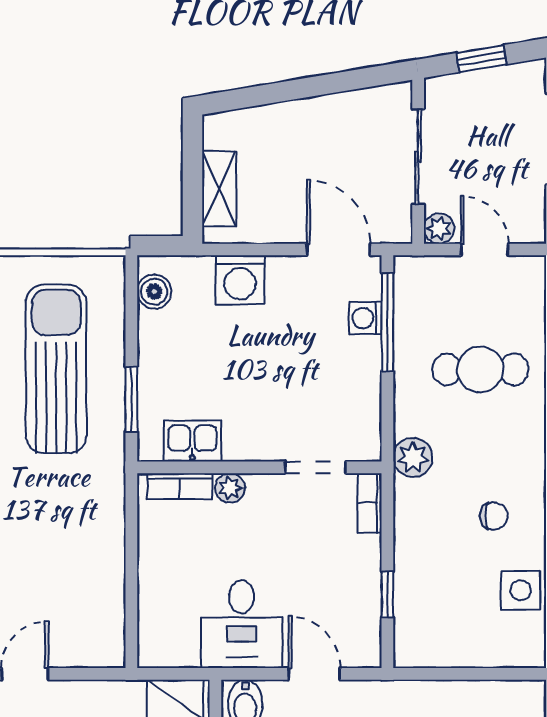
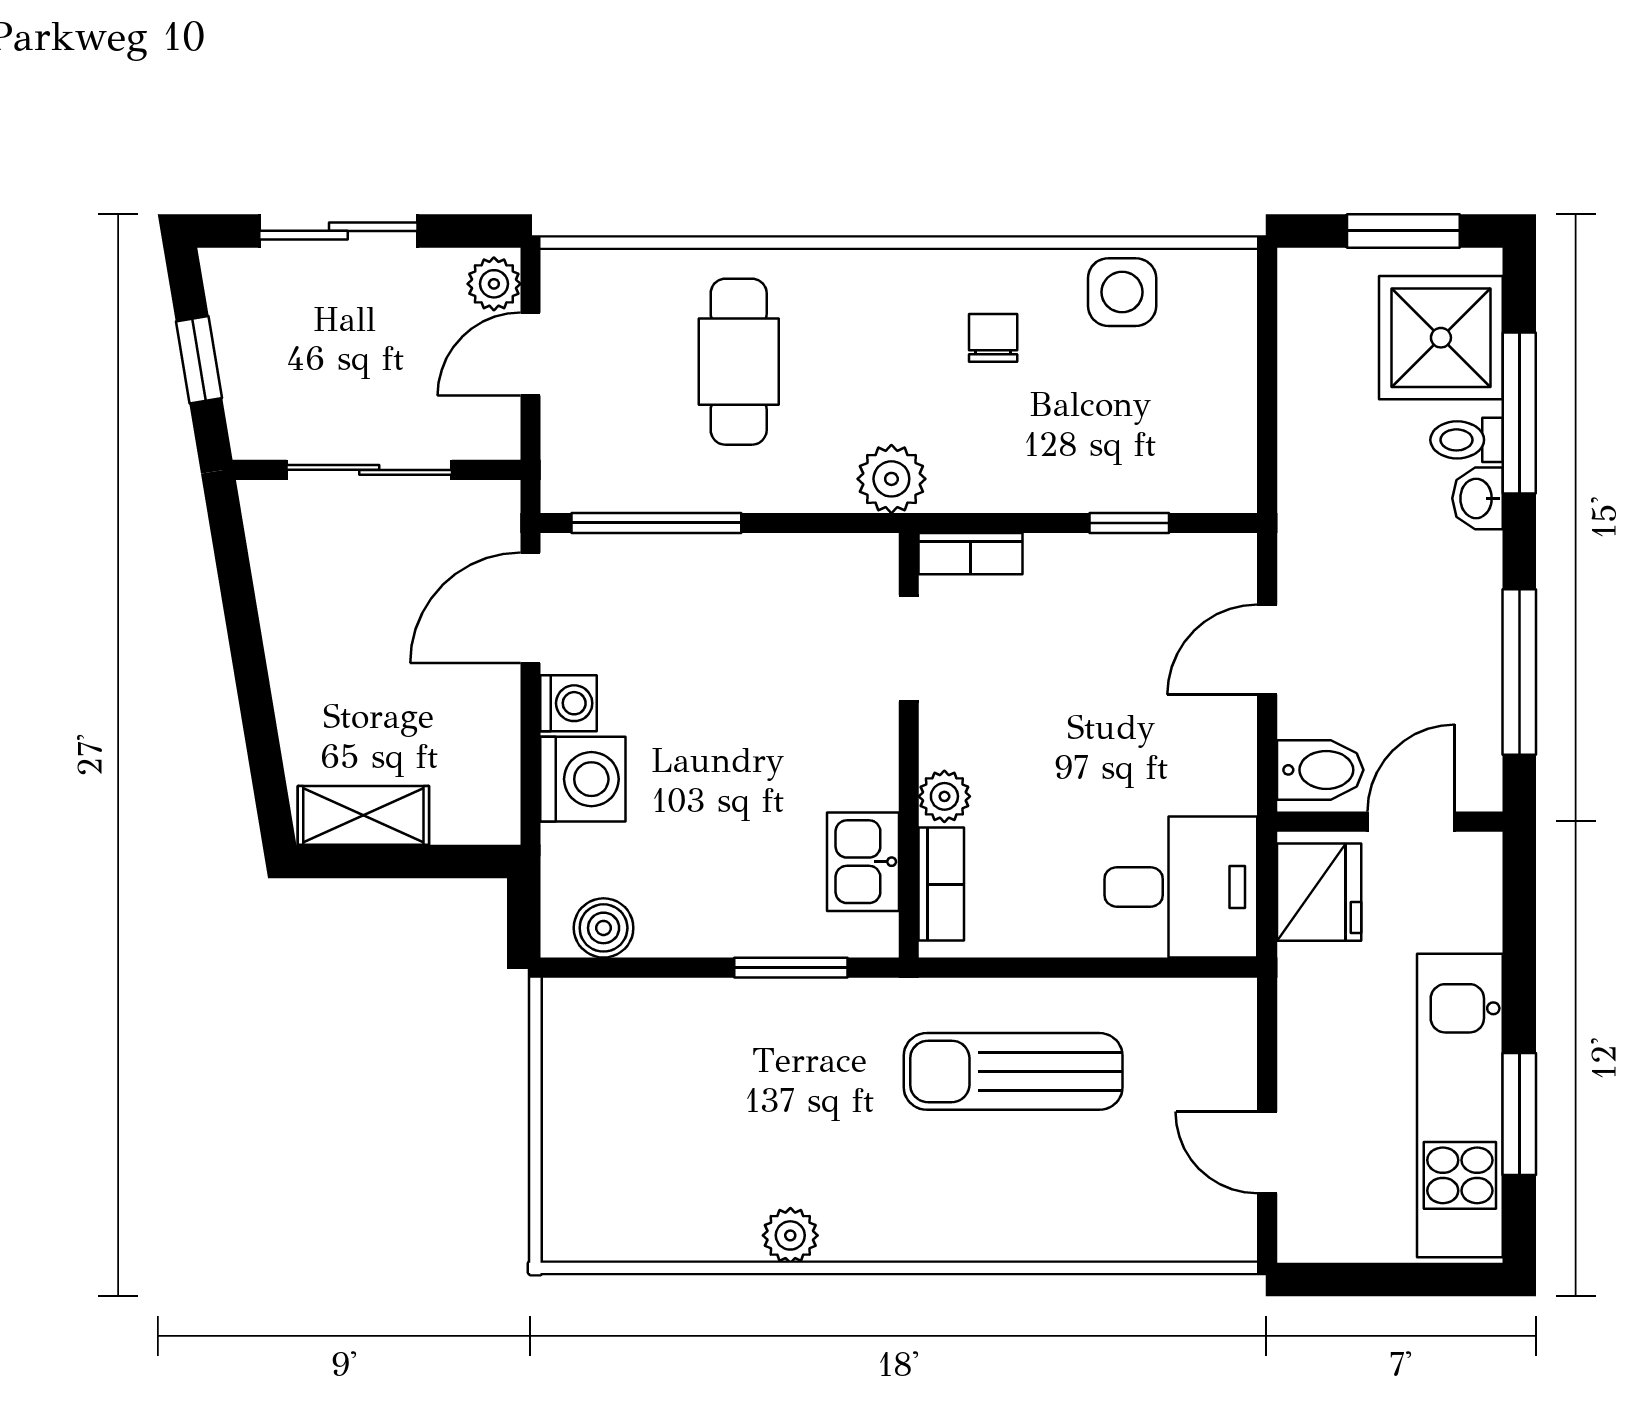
shelving: (219, 189) -> (363, 815), moved
plant: (439, 228) -> (494, 284), moved
washing machine: (366, 318) -> (569, 703), moved, turned -90
sun lounger: (56, 369) -> (1013, 1071), moved, width x0.73, depth x0.75
desk: (242, 624) -> (1181, 887), moved

